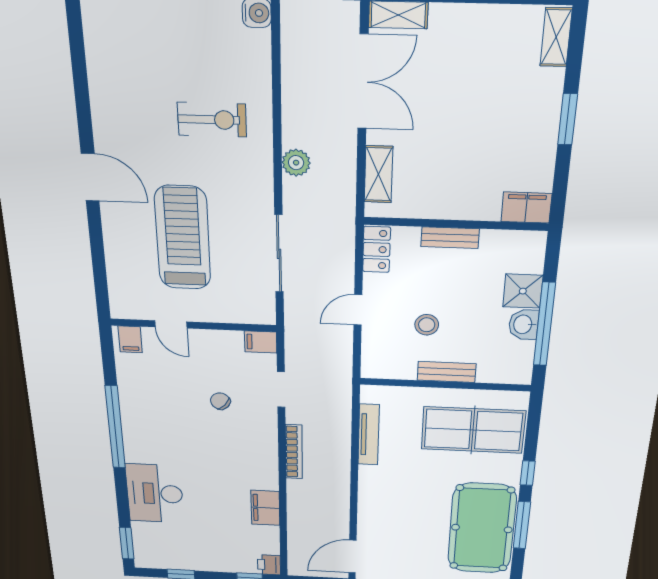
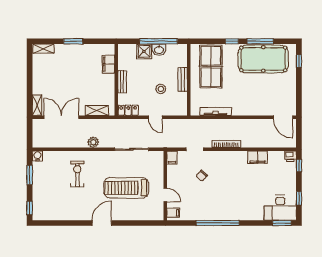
filing cabinet: (526, 208) -> (108, 64), moved
door: (171, 324) -> (165, 195), hinge flipped
desk: (155, 493) -> (280, 208), moved

